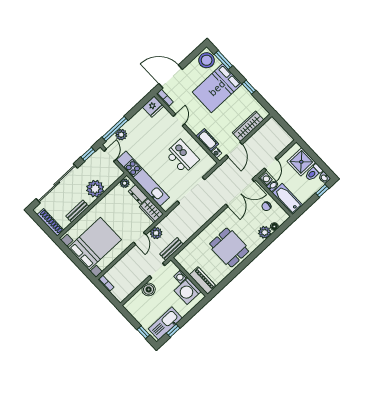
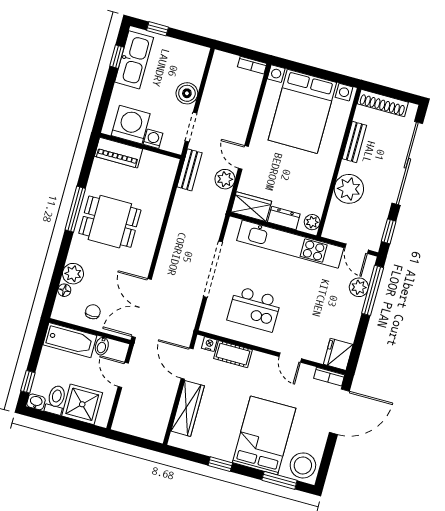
washing machine: (266, 179) -> (117, 349), removed
window: (243, 265) -> (75, 209), added

